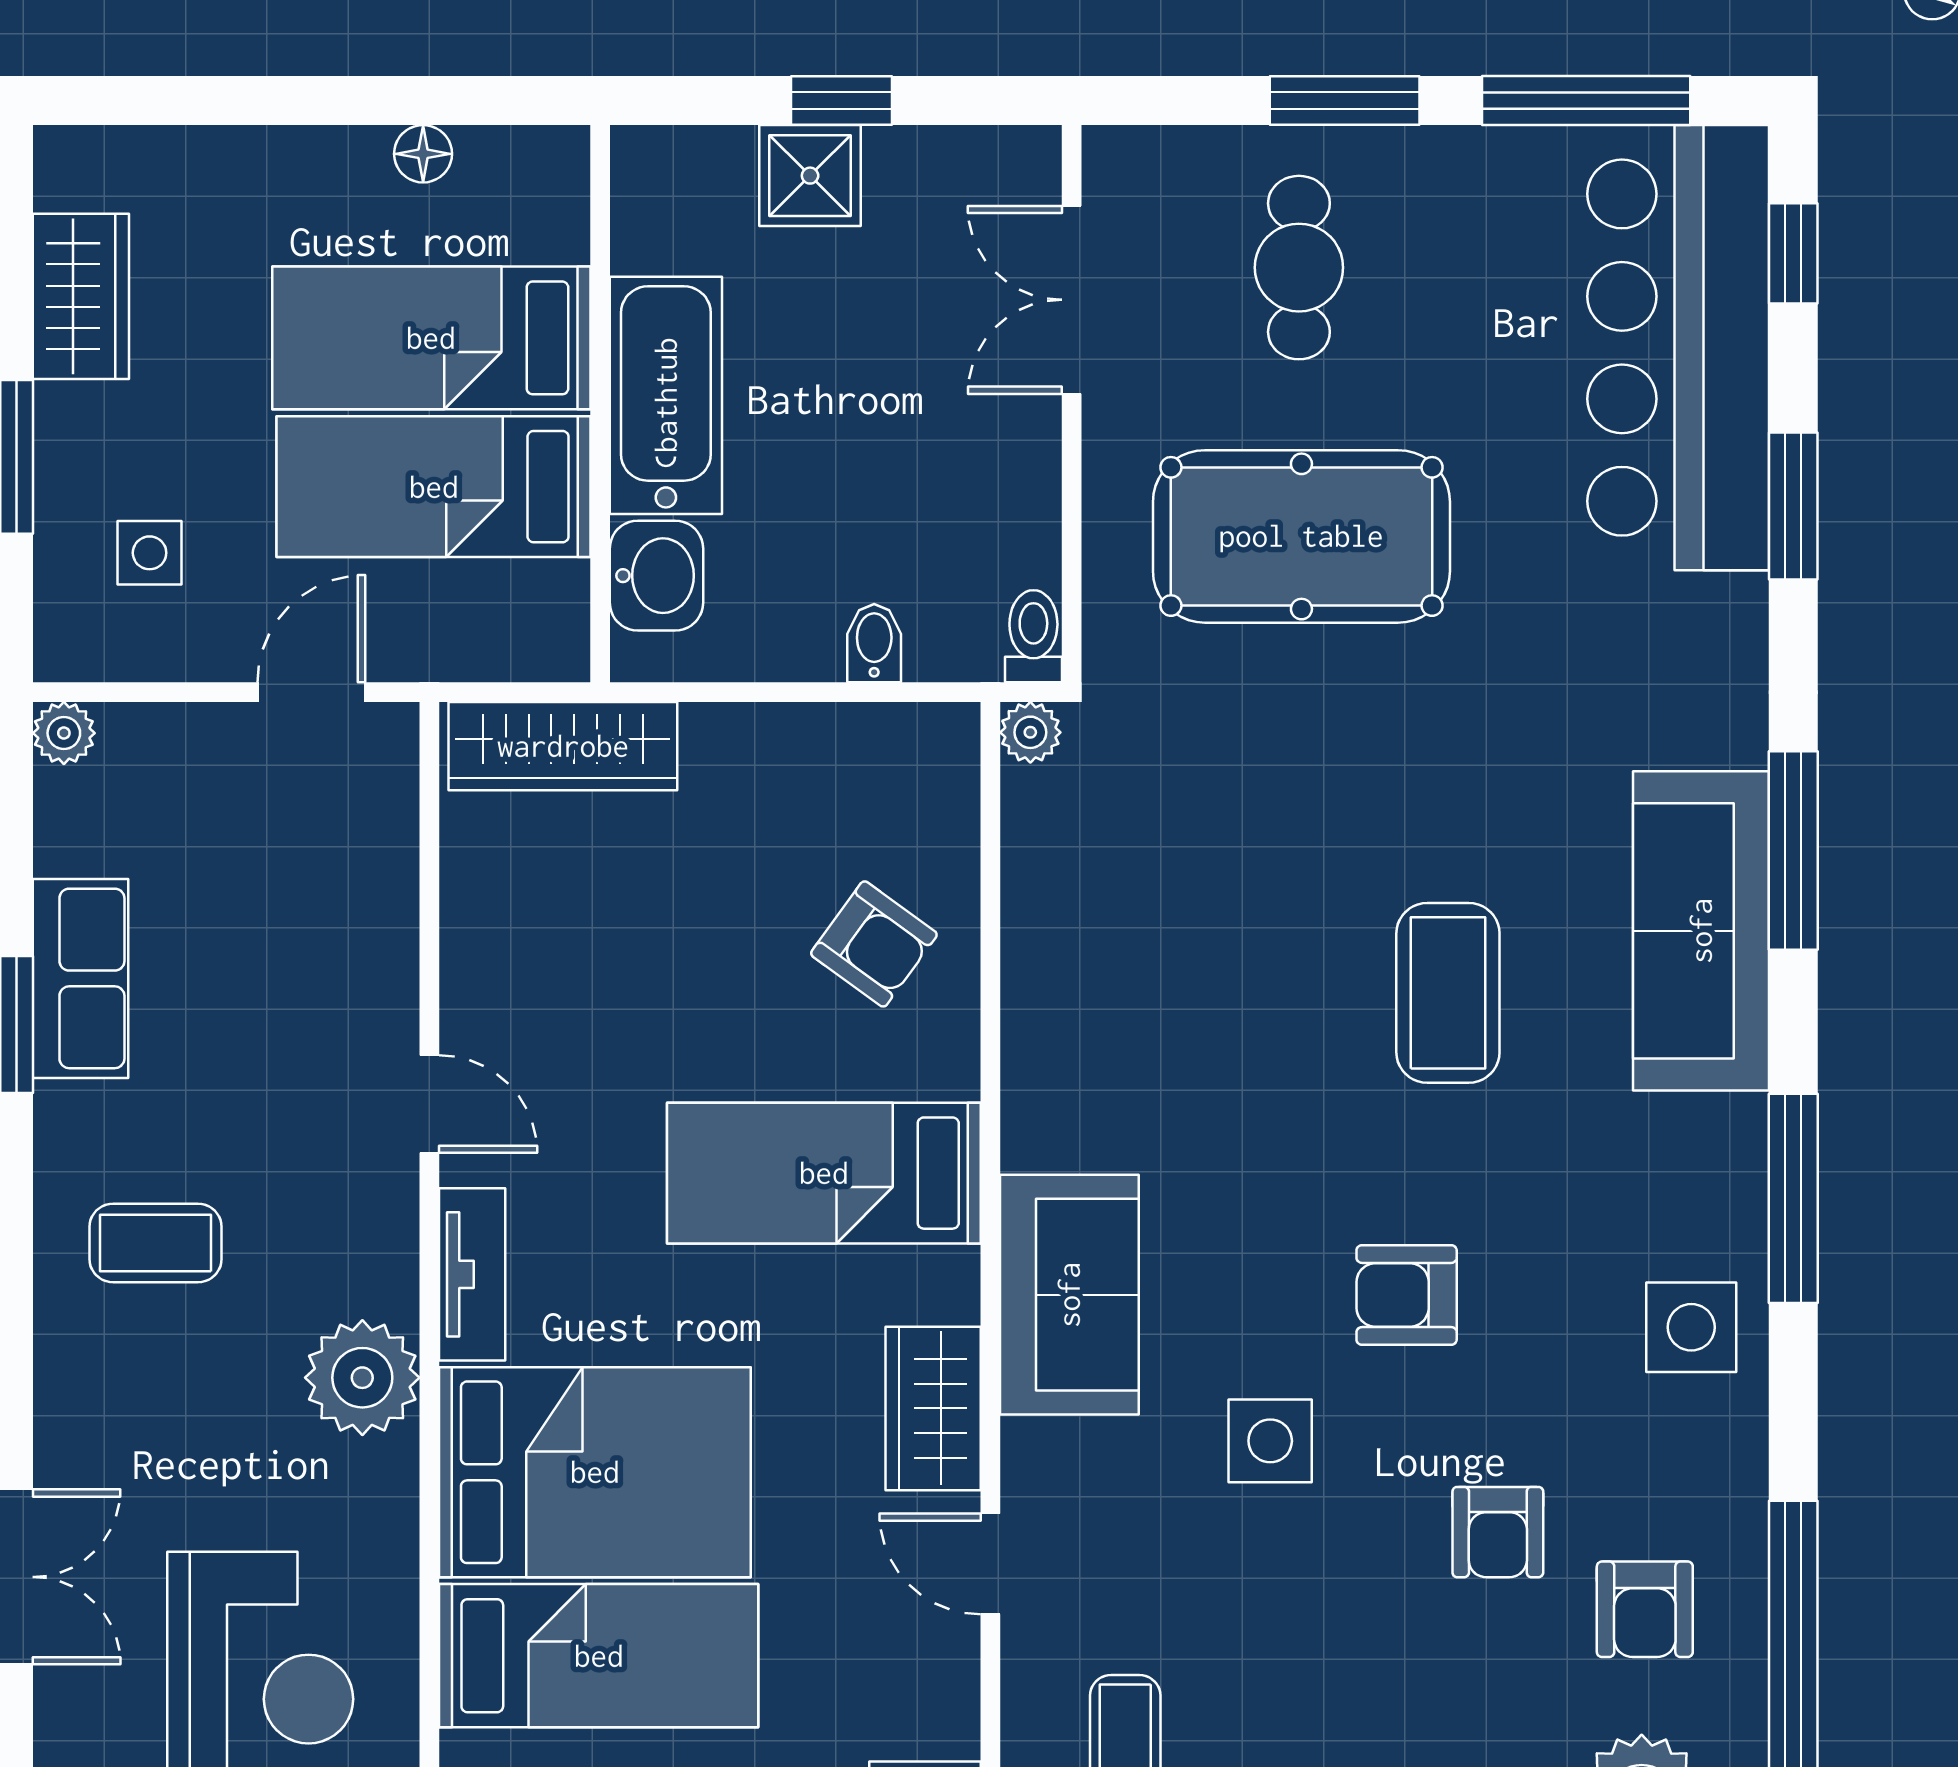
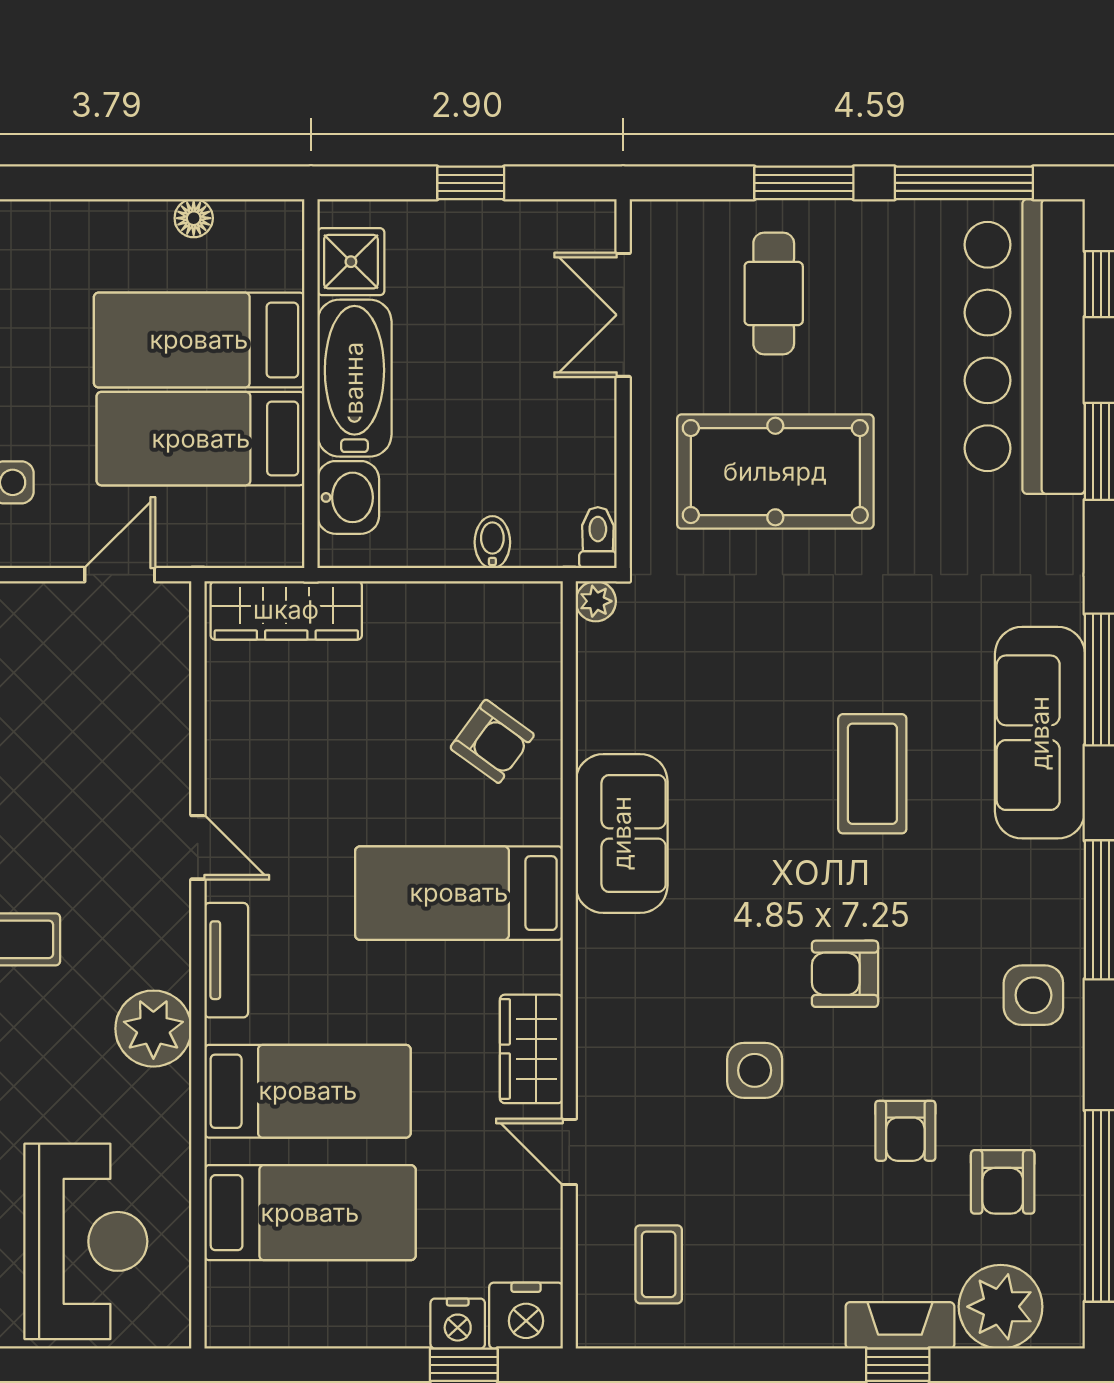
shower: (810, 176) -> (351, 262), moved
sofa: (1069, 1295) -> (622, 833), moved
bed: (595, 1472) -> (308, 1091), width x0.67

